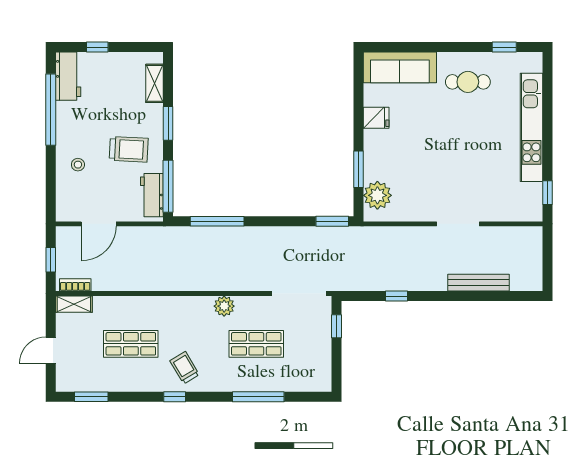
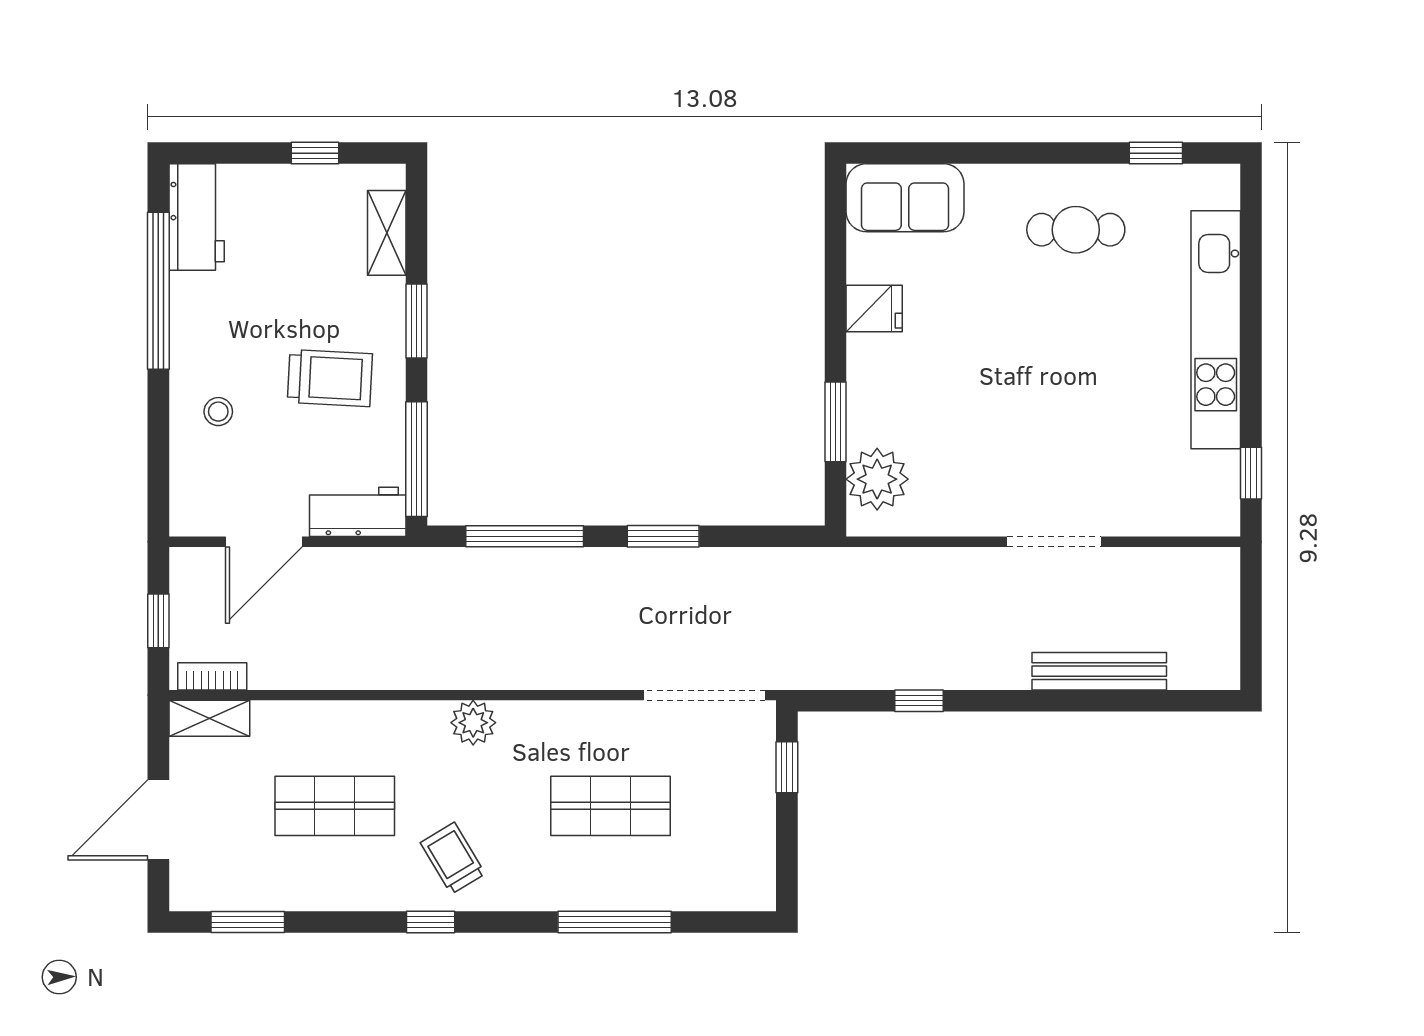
window: (97, 47) -> (315, 153), moved
sofa: (400, 67) -> (905, 198), width x0.73
workbench: (152, 195) -> (358, 512), moved, turned 90
window: (332, 221) -> (663, 536), moved
plant: (224, 306) -> (473, 723), moved
door: (51, 350) -> (158, 820), width x1.38

